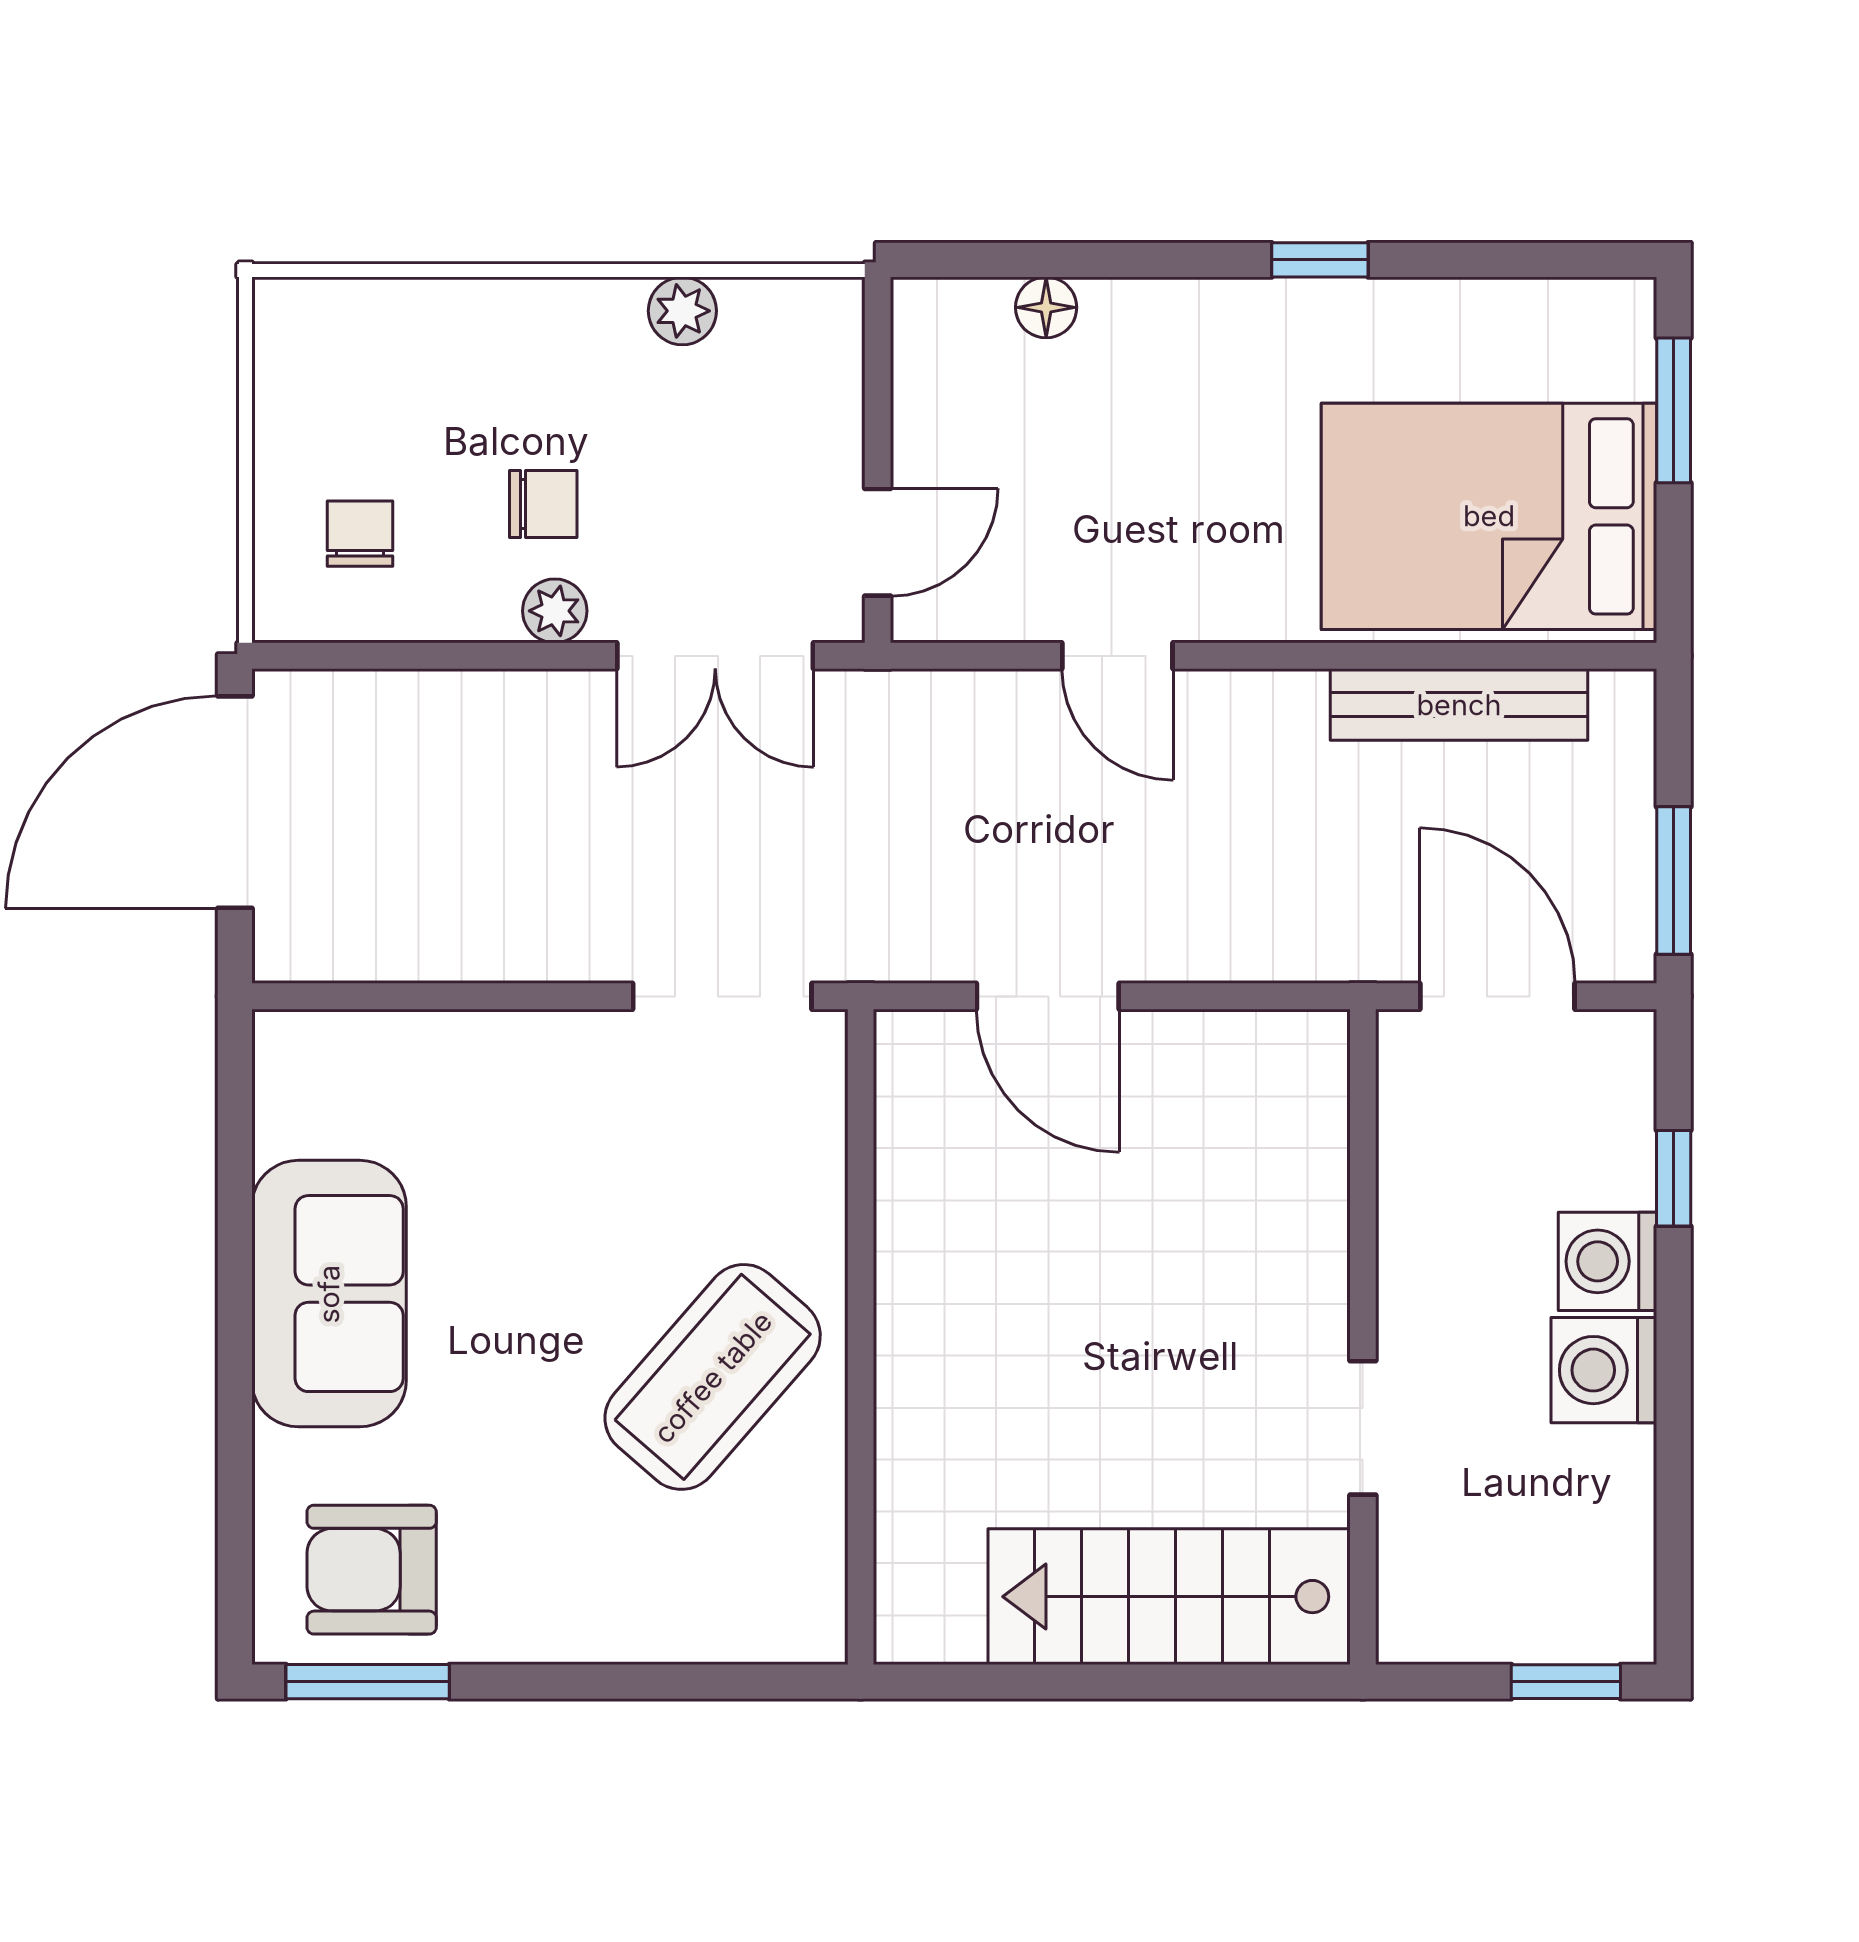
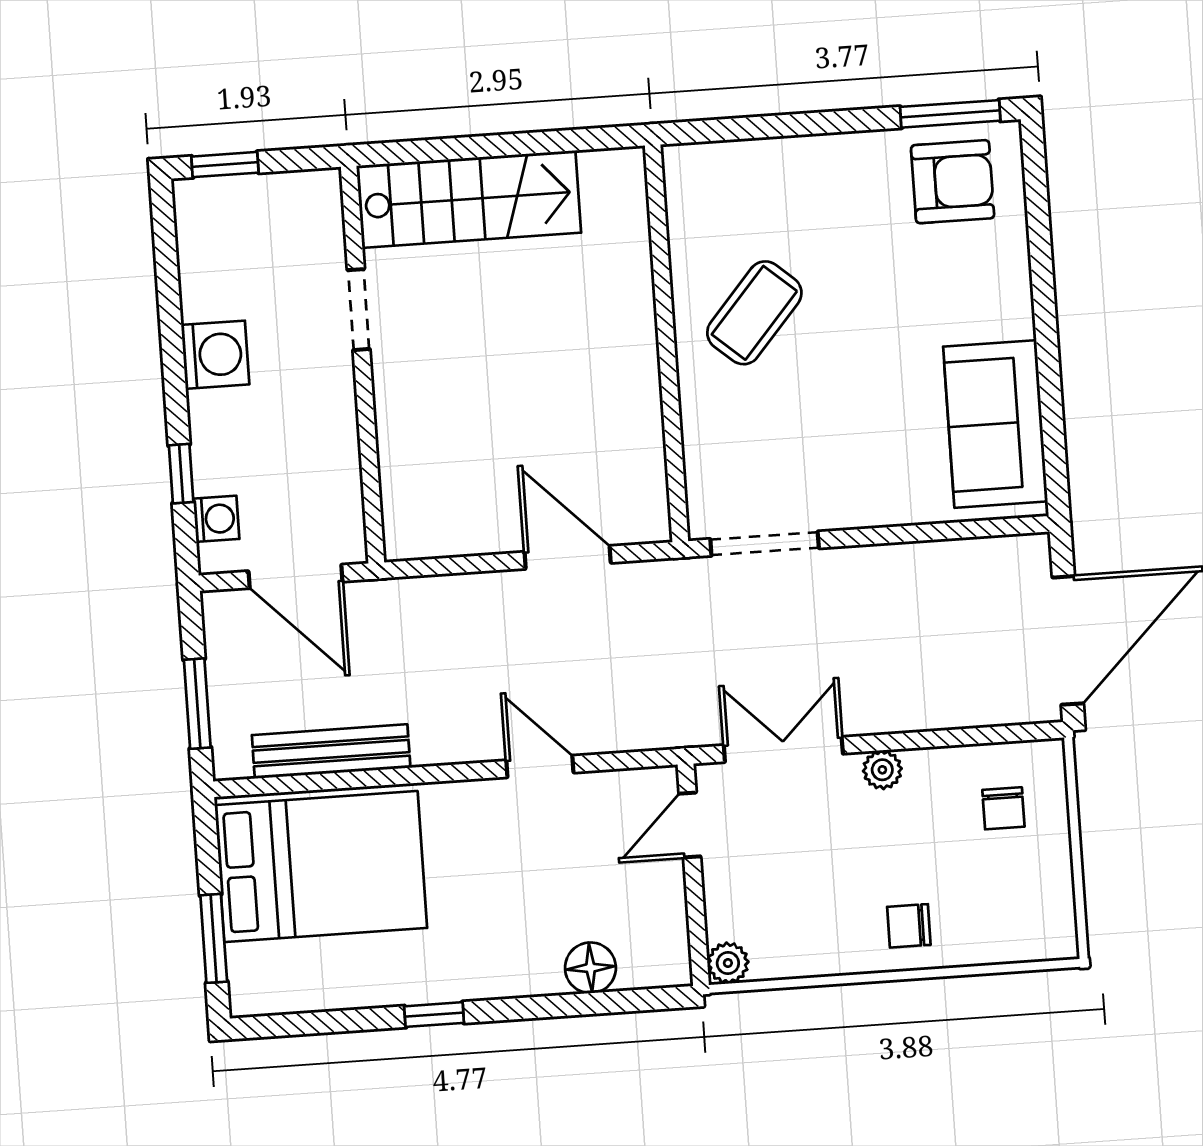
floor lamp: (1046, 307) -> (590, 968), width x1.37, depth x1.37
plant: (682, 311) -> (728, 963), moved
chair: (543, 504) -> (909, 926), moved
window: (1674, 880) -> (197, 704), moved
washing machine: (1607, 1261) -> (216, 519), moved, width x0.73, depth x0.73
sofa: (329, 1294) -> (995, 424), moved
coffee table: (713, 1377) -> (754, 313), width x0.73, depth x0.76

